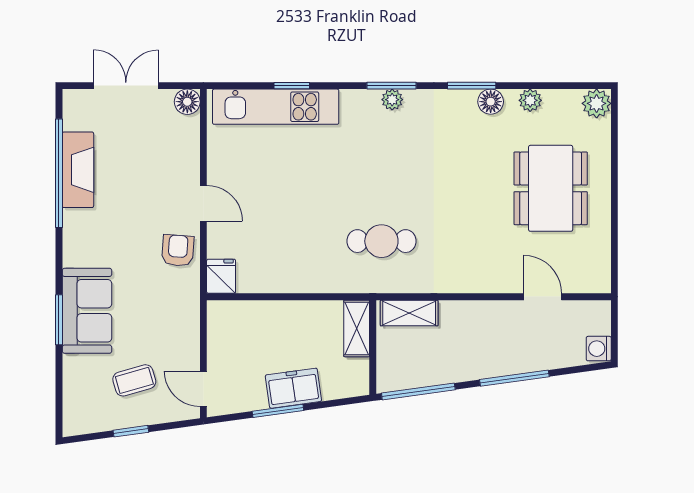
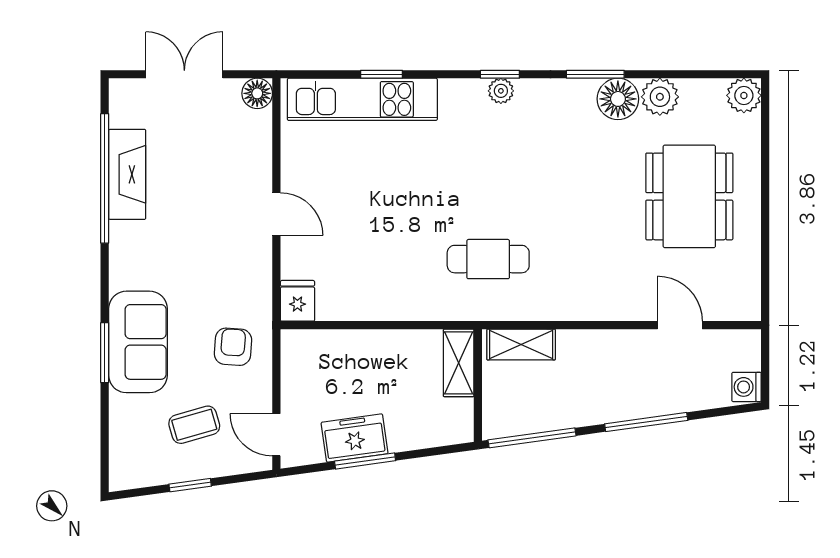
window: (391, 86) -> (500, 74), width x0.67
plant: (530, 100) -> (660, 97), width x1.38, depth x1.38
floor lamp: (491, 102) -> (618, 99), width x1.38, depth x1.38
armchair: (178, 250) -> (233, 347), moved
freezer: (293, 388) -> (355, 438), moved

